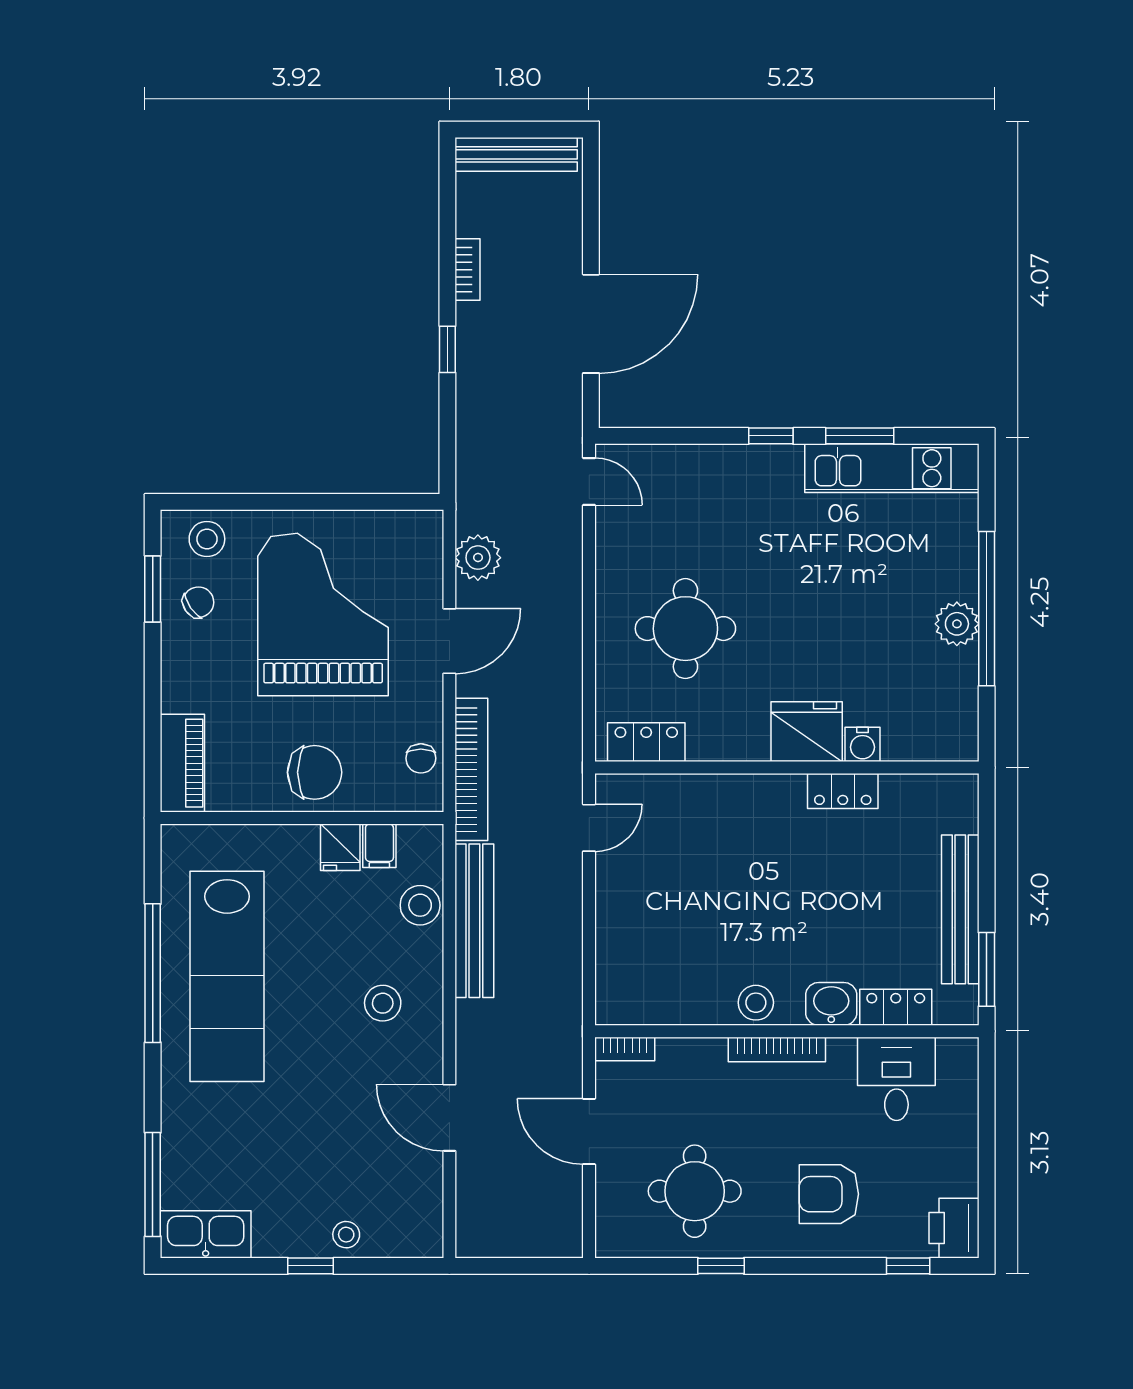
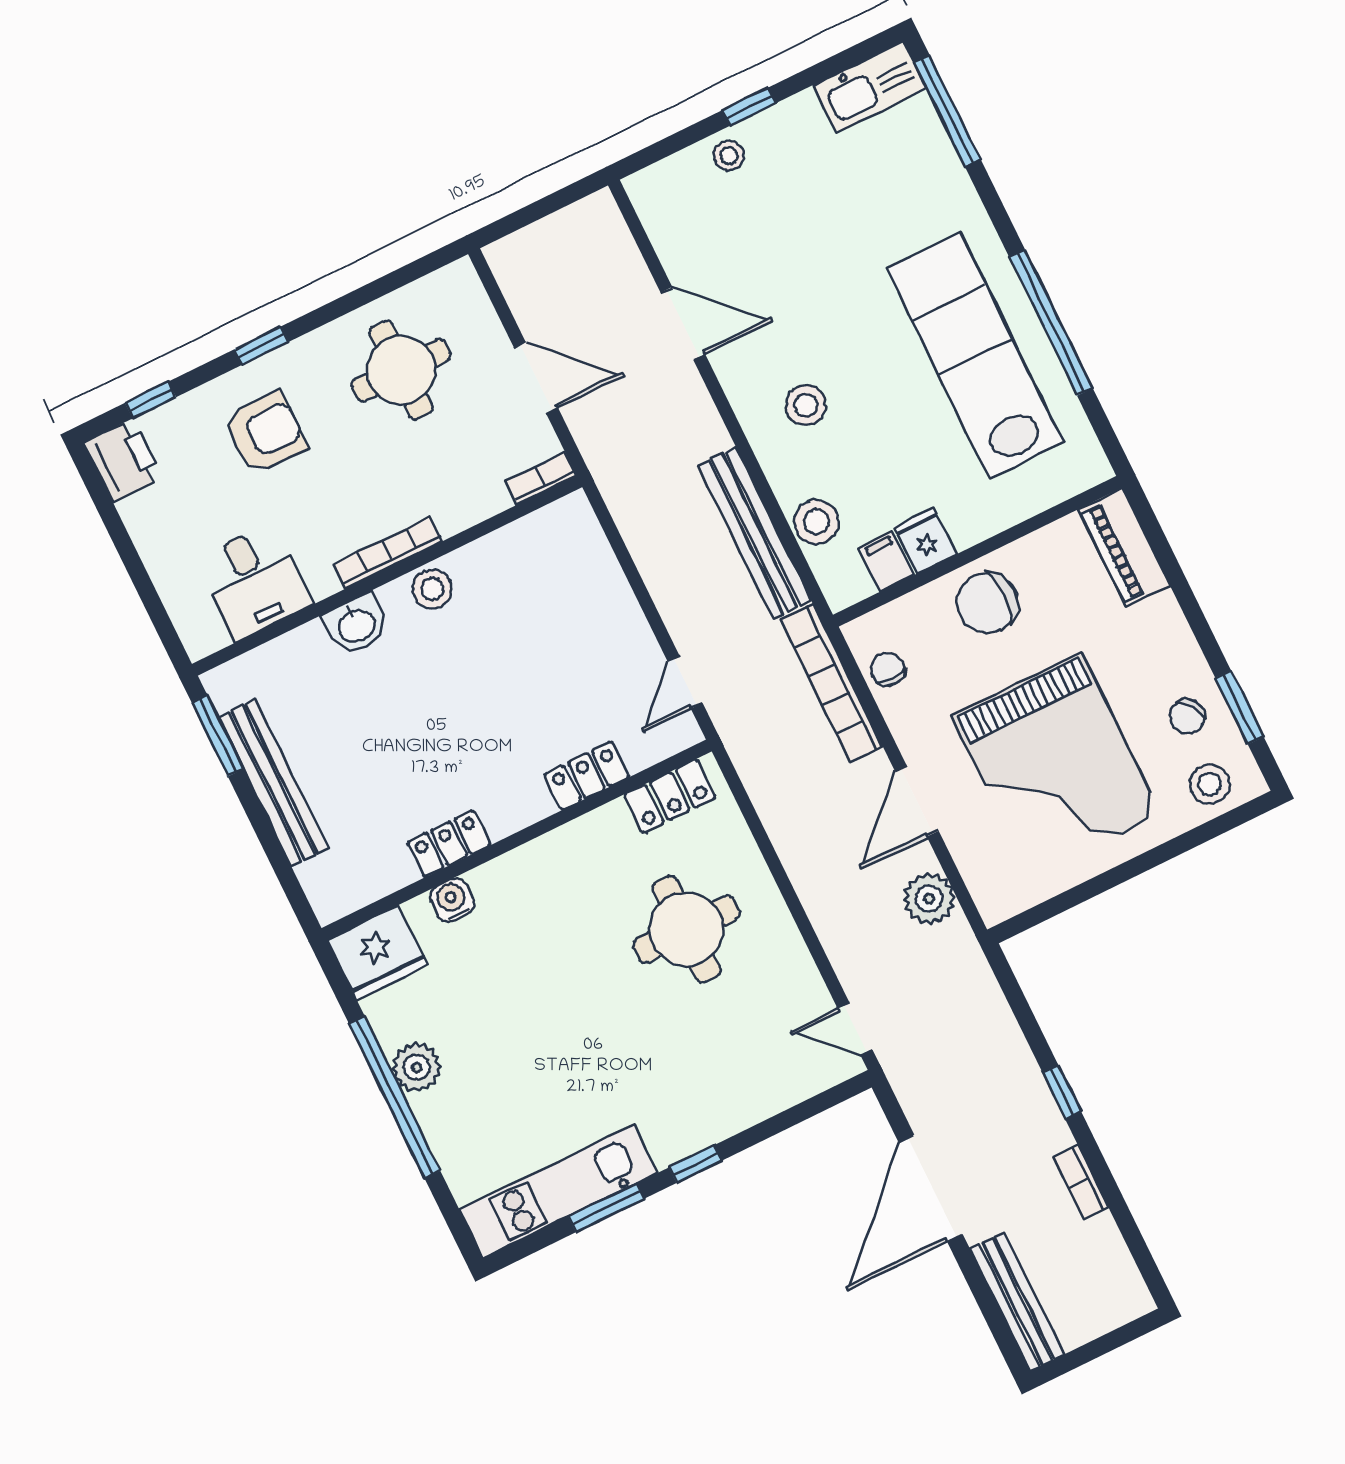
bench: (516, 154) -> (1017, 1302), moved, turned 90
fridge: (807, 732) -> (377, 952), moved
locker: (896, 1007) -> (587, 776), moved, turned 180
window: (721, 1266) -> (262, 345), moved

